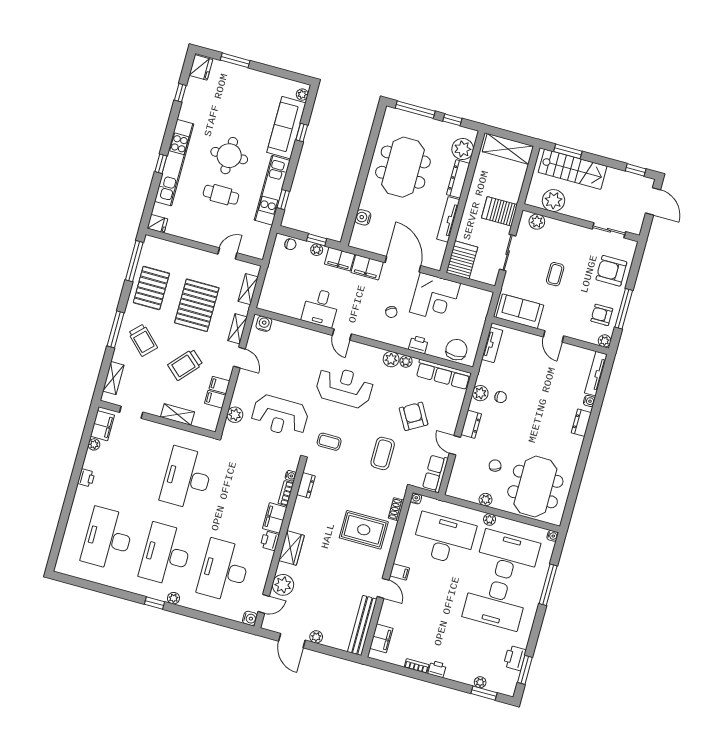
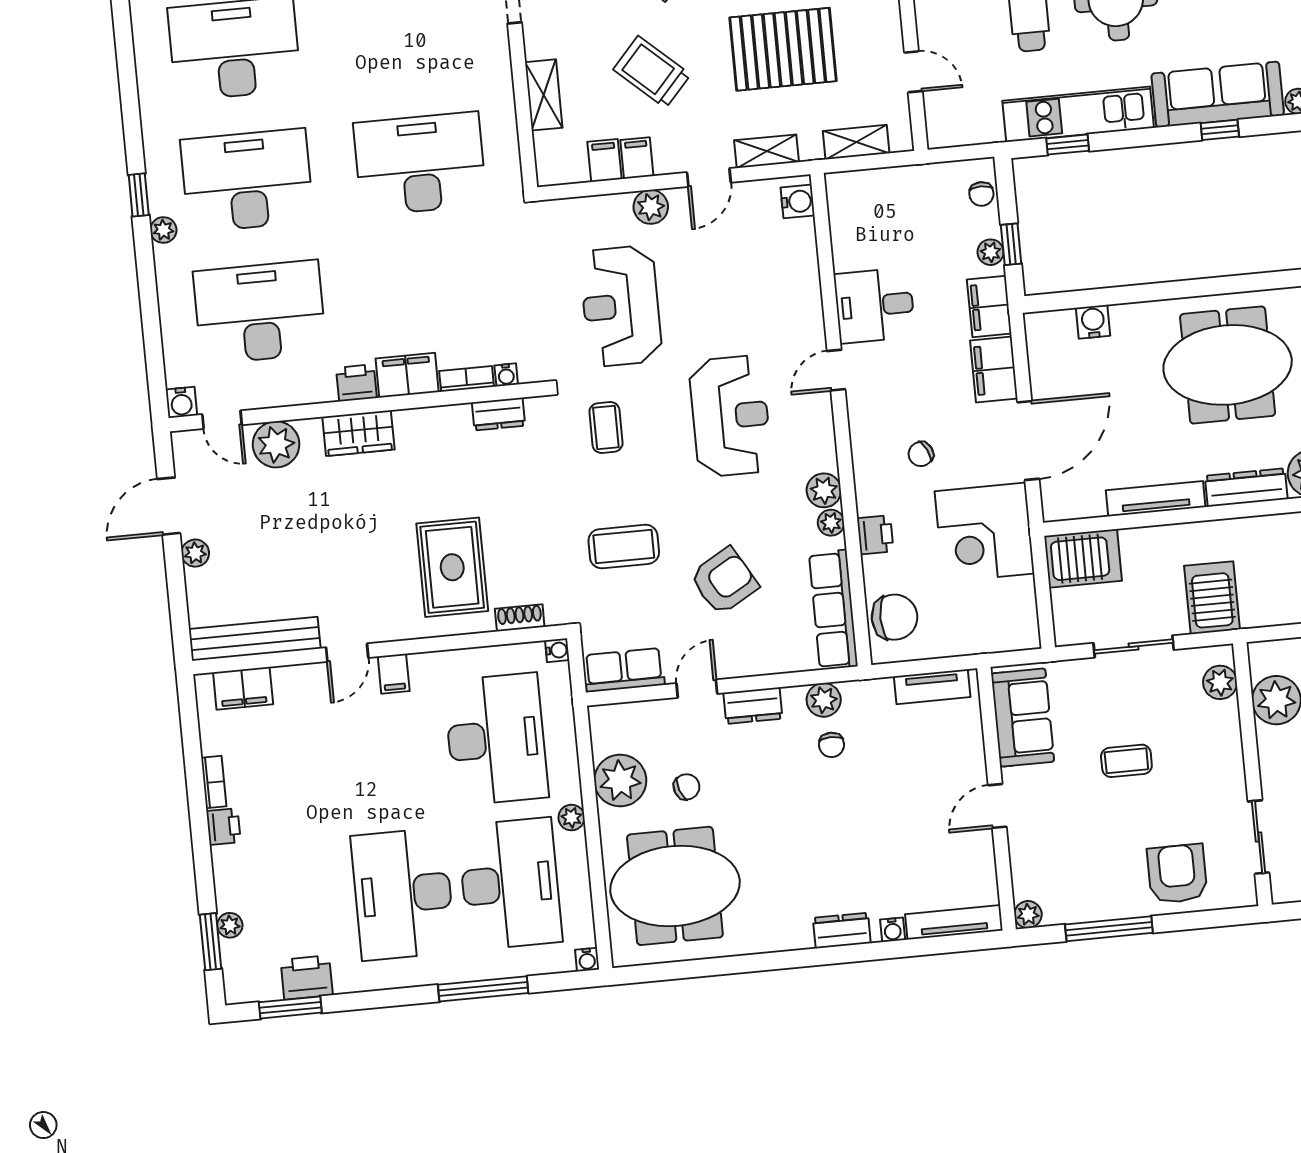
armchair: (602, 315) -> (1079, 888), removed
plant: (235, 415) -> (651, 207), moved
plant: (486, 500) -> (620, 781), width x1.88, depth x1.88

